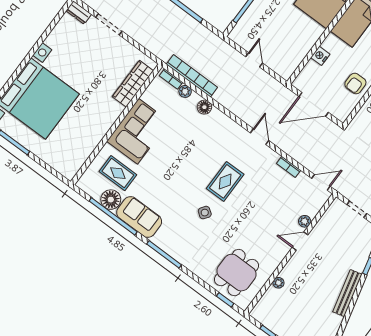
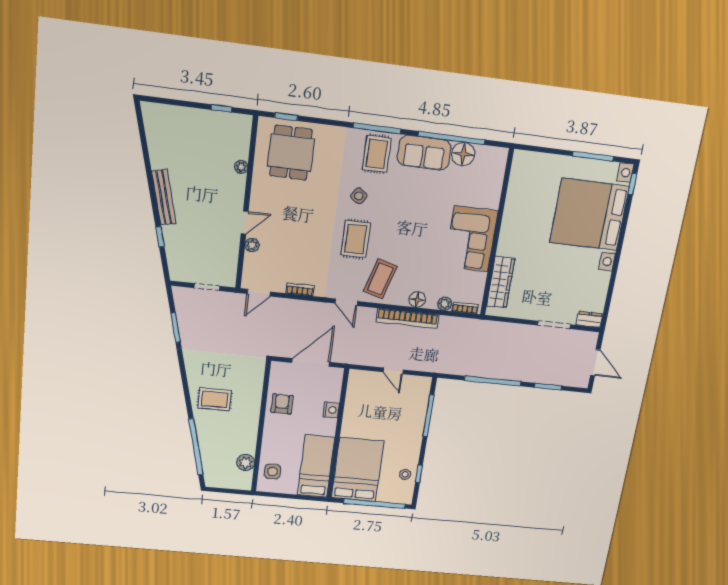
bookcase: (192, 76) -> (408, 318), moved
coffee table: (224, 140) -> (380, 279), added
rug: (118, 173) -> (377, 154), moved, turned 90

